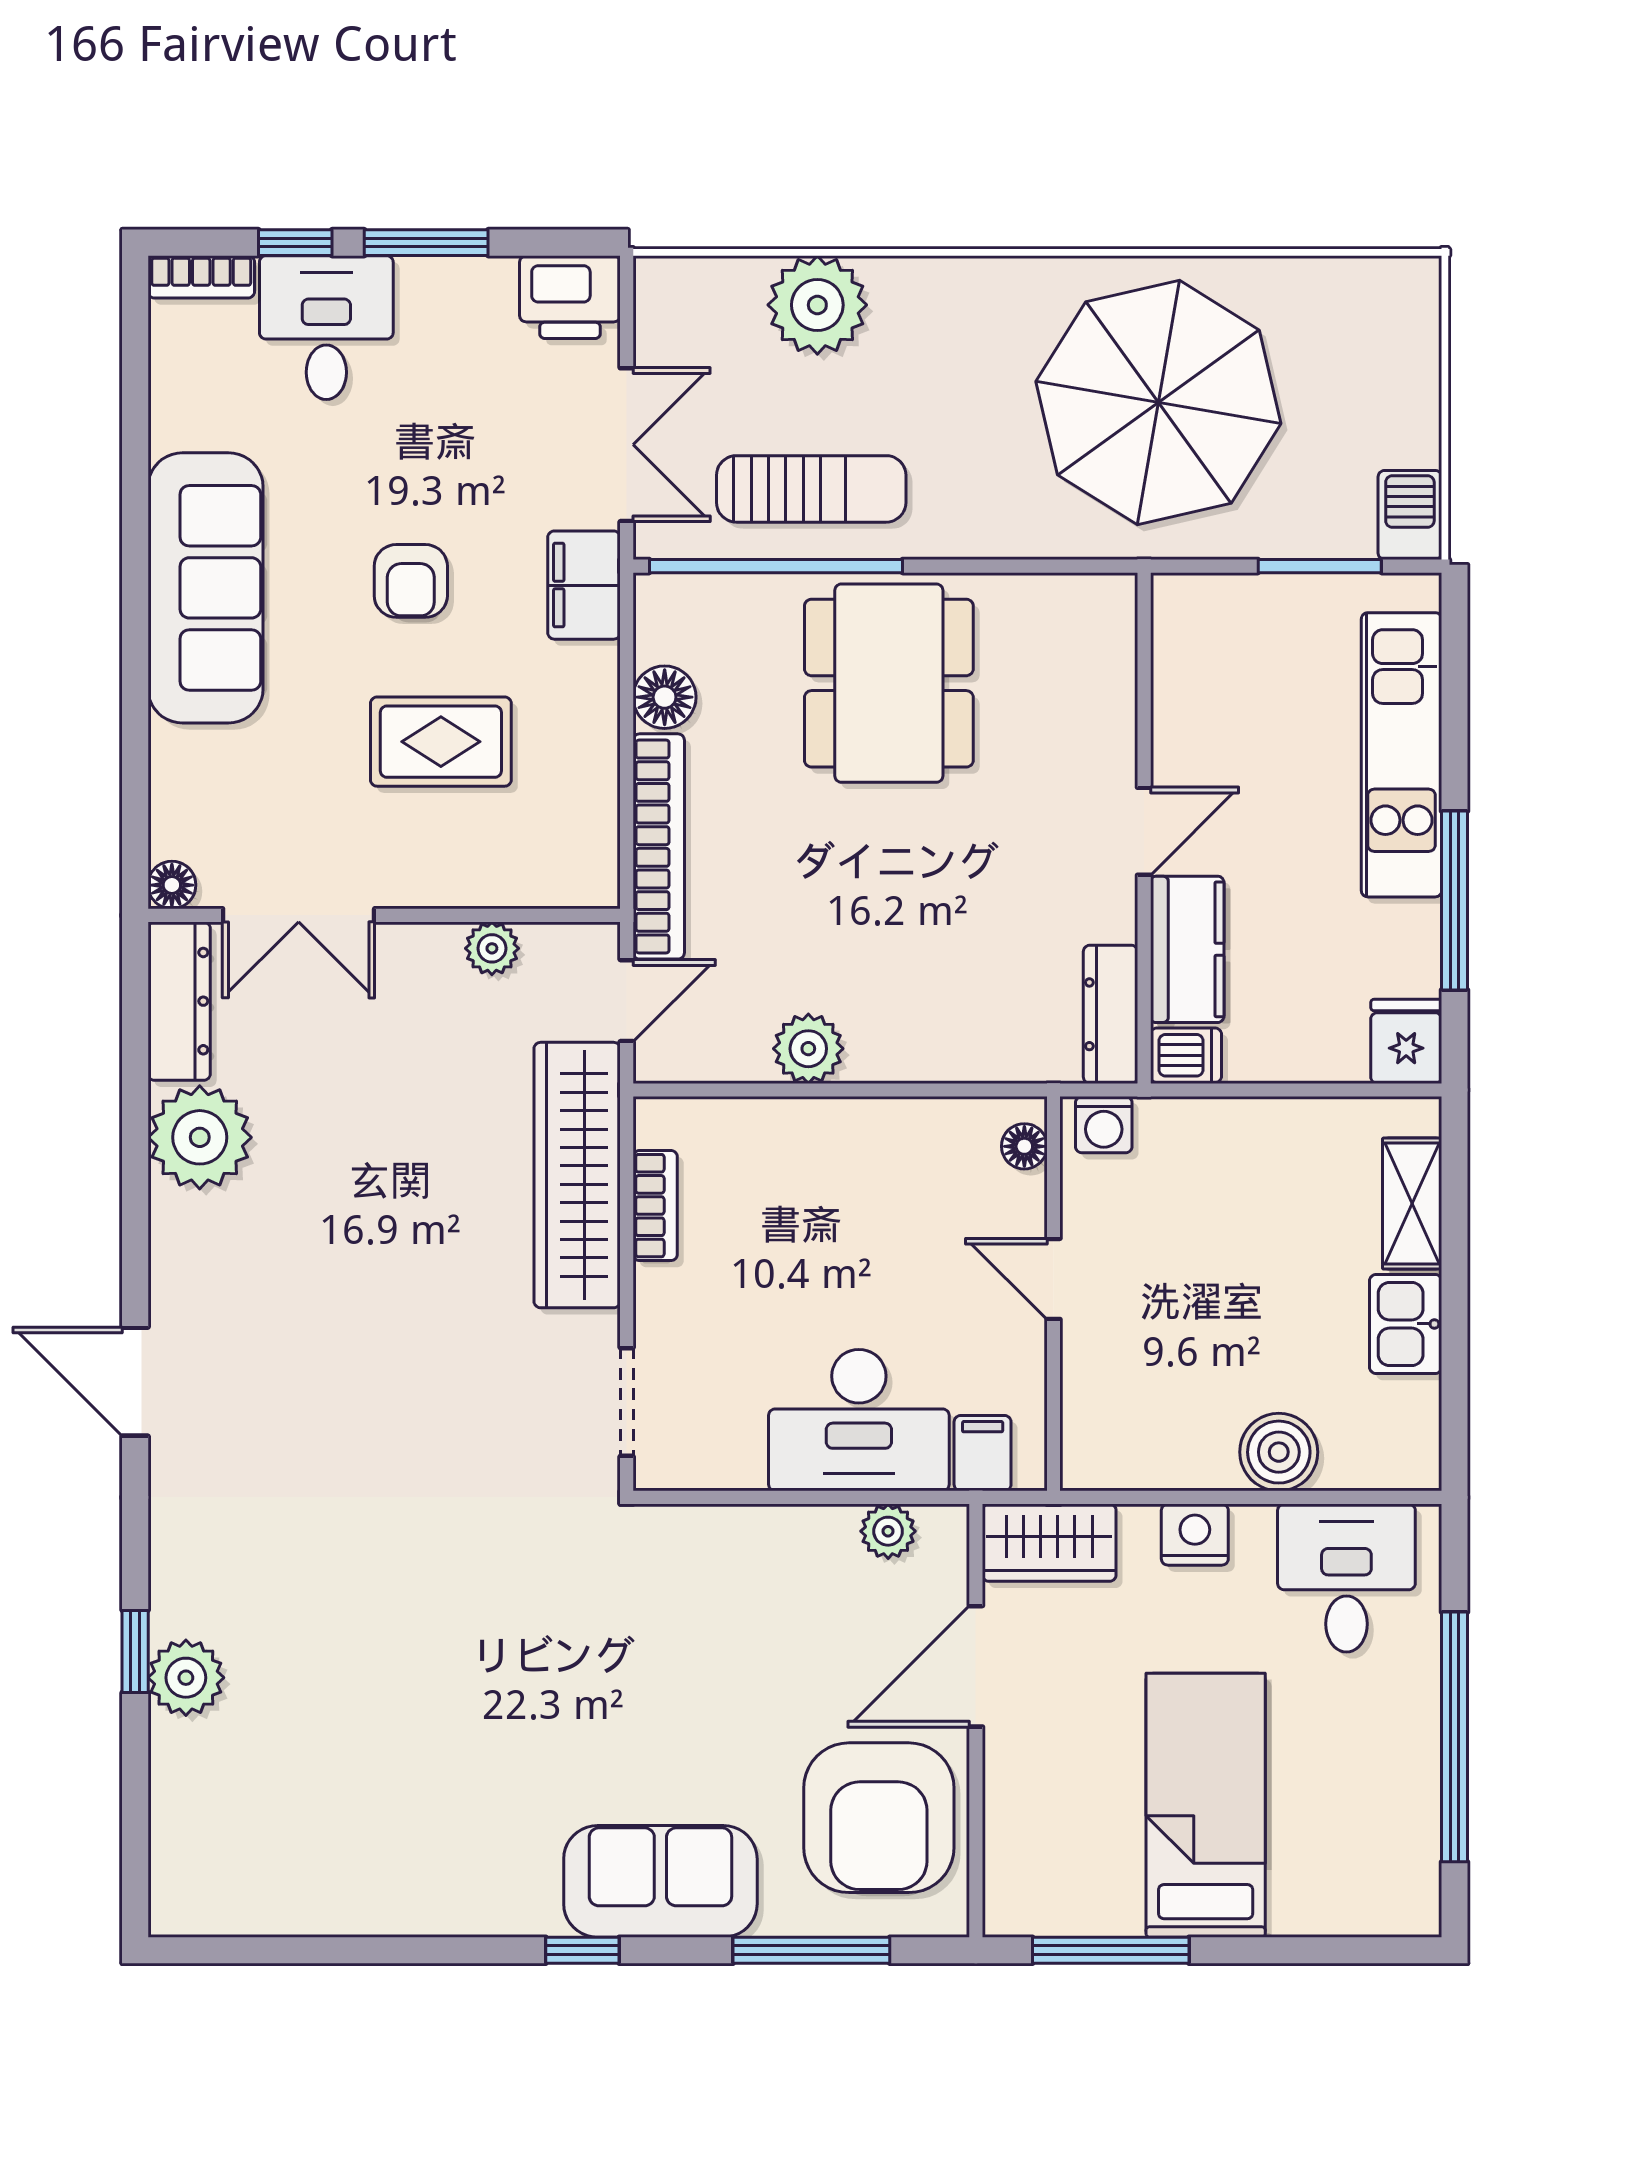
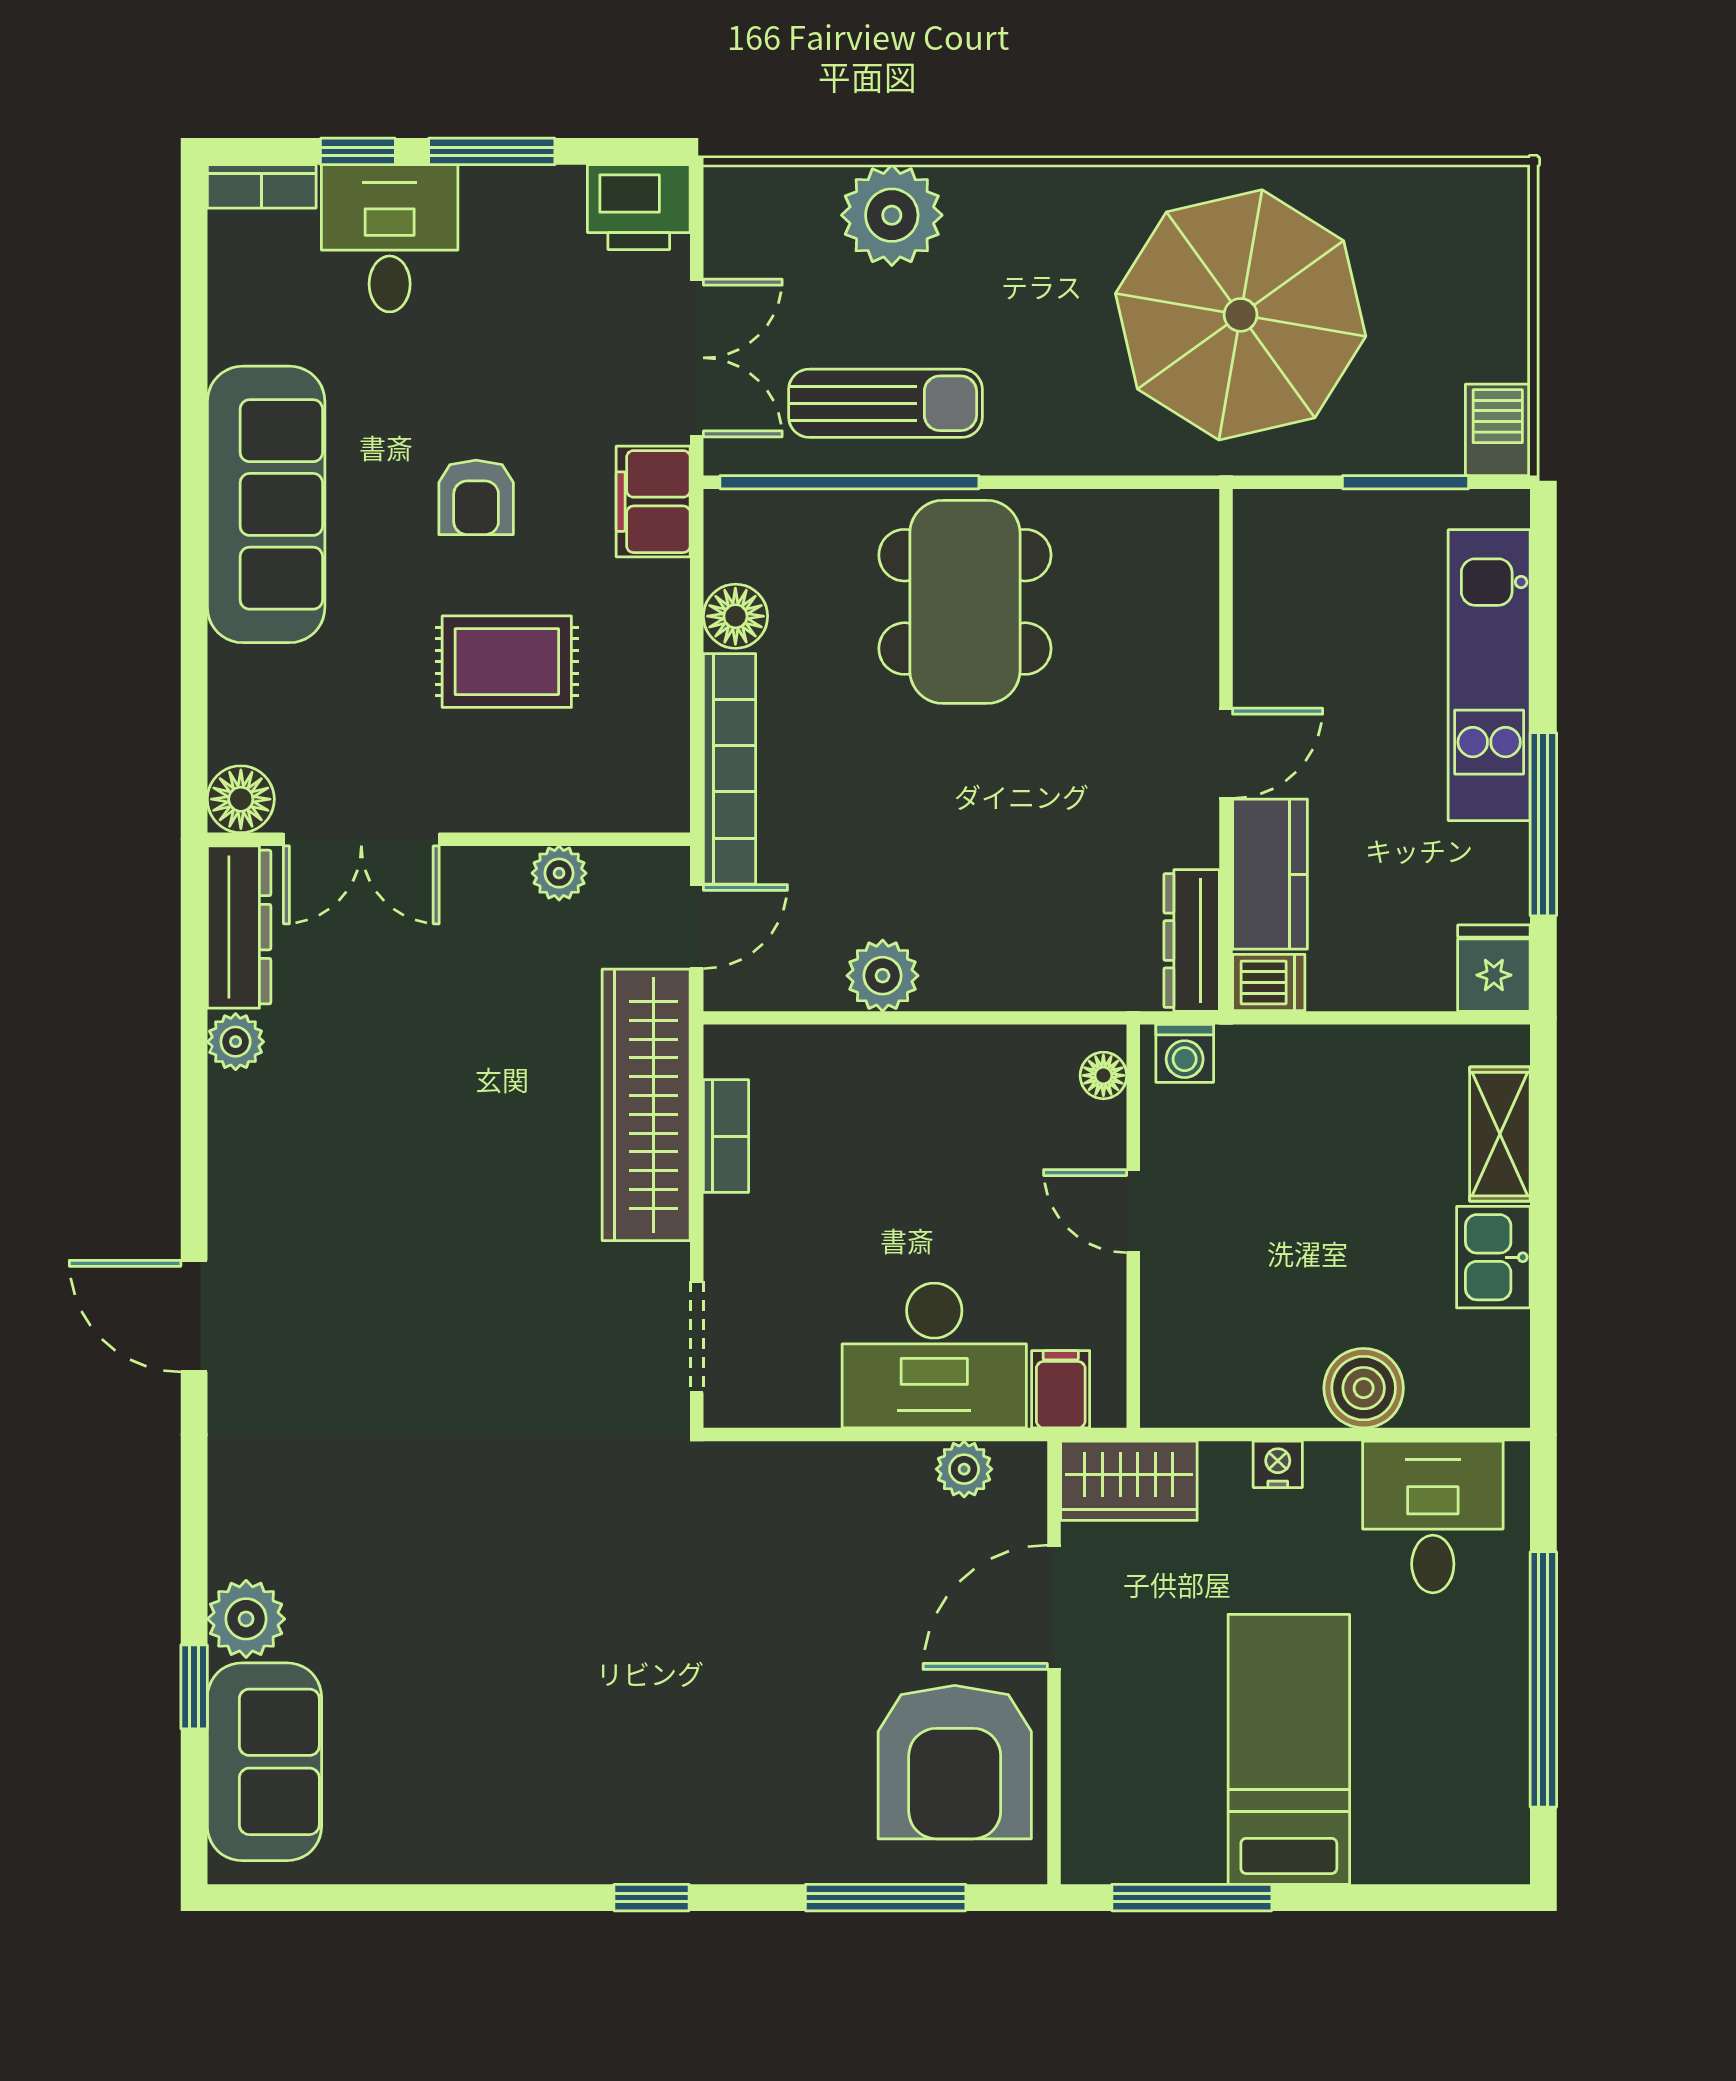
floor lamp: (172, 885) -> (241, 799), width x1.37, depth x1.37
plant: (200, 1137) -> (236, 1042), width x0.53, depth x0.53
nightstand: (1195, 1535) -> (1278, 1464), width x0.72, depth x0.74
window: (135, 1651) -> (194, 1687), moved
sofa: (660, 1881) -> (264, 1762), moved, turned 90

